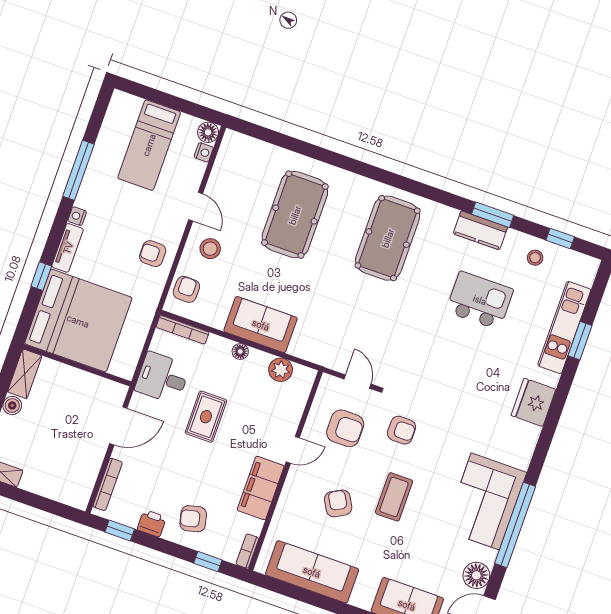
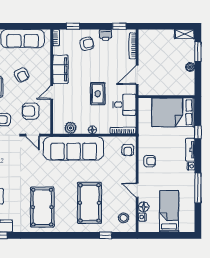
floor lamp: (208, 132) -> (144, 207), moved
window: (286, 142) -> (105, 235), added
stool: (210, 249) -> (124, 218), moved
bed: (78, 321) -> (173, 112), width x0.73
sofa: (261, 325) -> (74, 148), width x1.85, depth x1.27
shelving: (25, 374) -> (190, 84), removed

